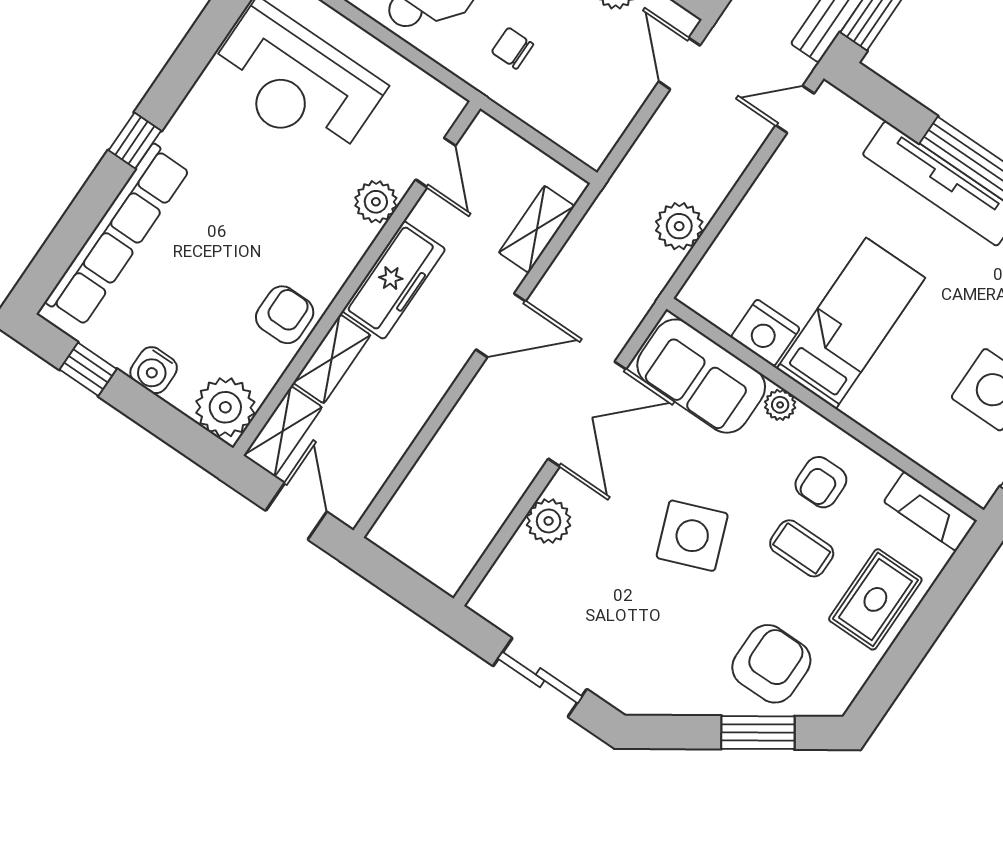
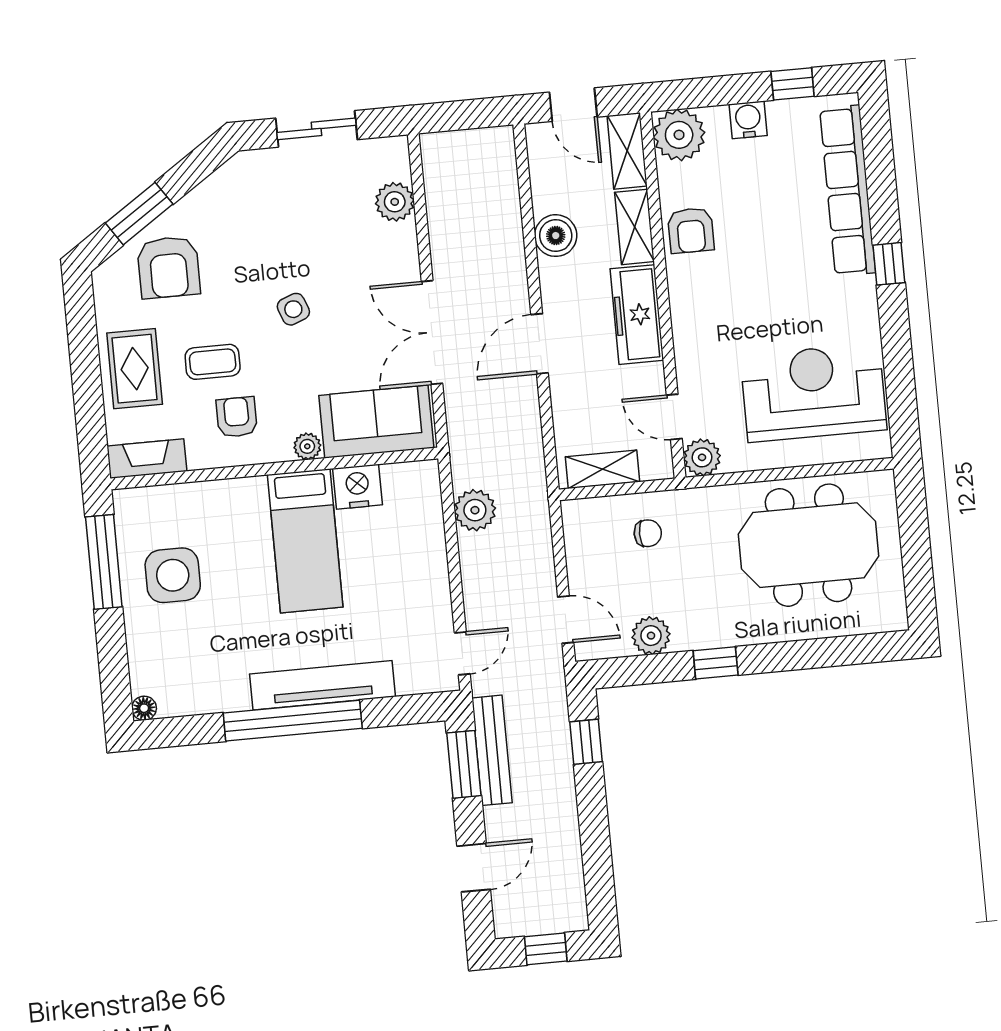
chair: (512, 48) -> (648, 533), moved
plant: (376, 202) -> (702, 457), moved
shelving: (537, 229) -> (602, 469), moved, turned 90
boiler: (407, 409) -> (556, 236), added
plant: (549, 521) -> (395, 202), moved
side table: (692, 536) -> (293, 309), width x0.54, depth x0.54

